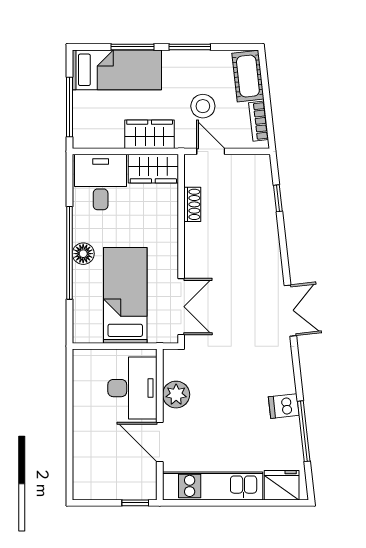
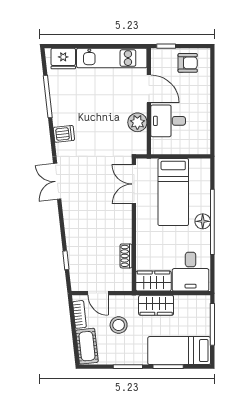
door: (211, 151) -> (98, 293), moved
desk: (132, 388) -> (168, 121), width x0.73
dishwasher: (284, 406) -> (64, 134), moved
armchair: (105, 479) -> (188, 63), added

